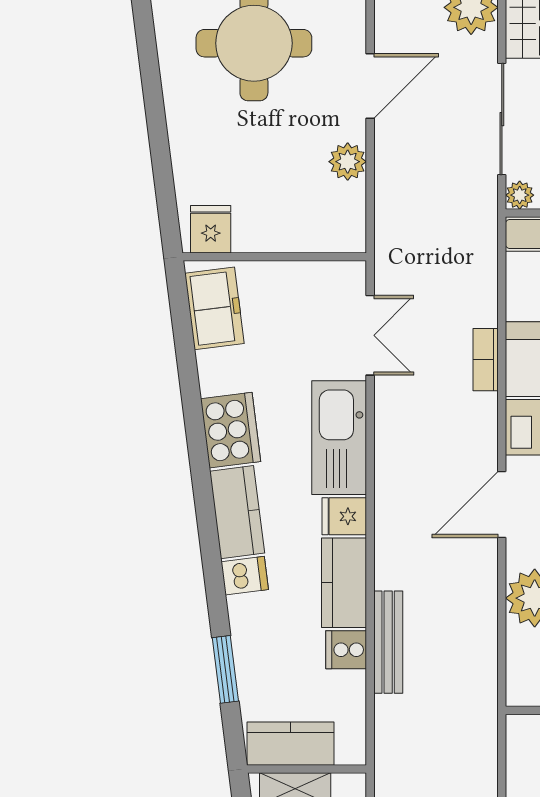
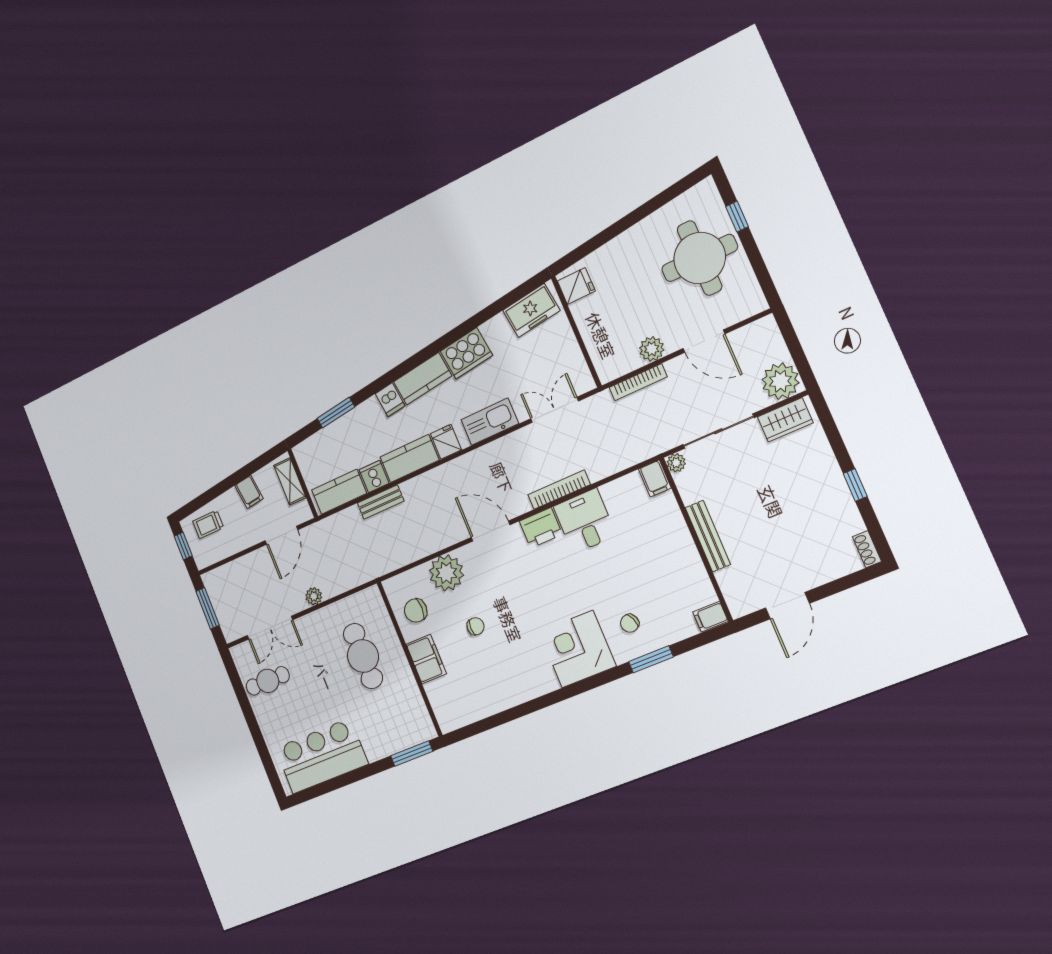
bookcase: (385, 200) -> (638, 382), added
double door: (370, 335) -> (555, 410), swing flipped
bookcase: (486, 360) -> (559, 490), width x1.56
kitchen sink: (339, 438) -> (490, 422), width x0.73, depth x0.81
bench: (388, 642) -> (381, 502), width x0.73
kitchen counter: (290, 744) -> (339, 492), moved, turned -90

